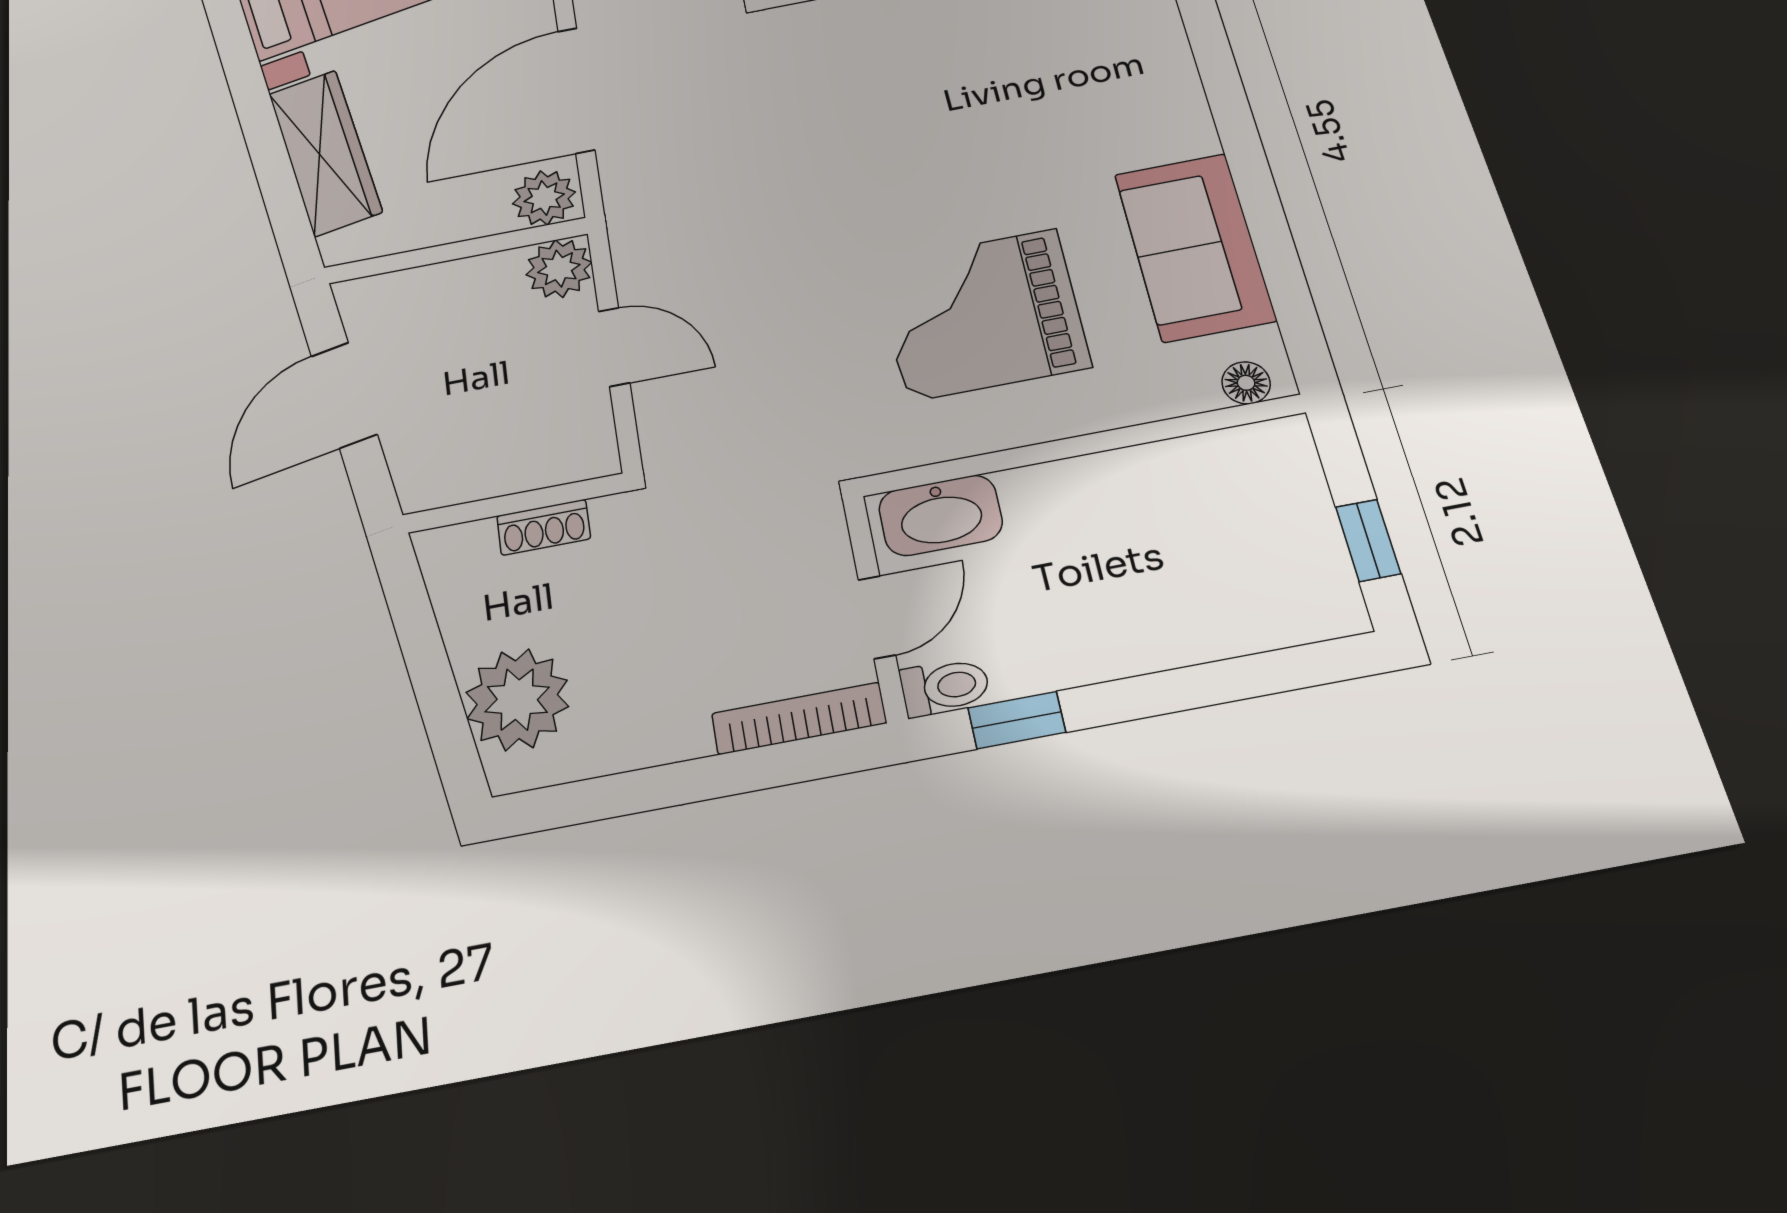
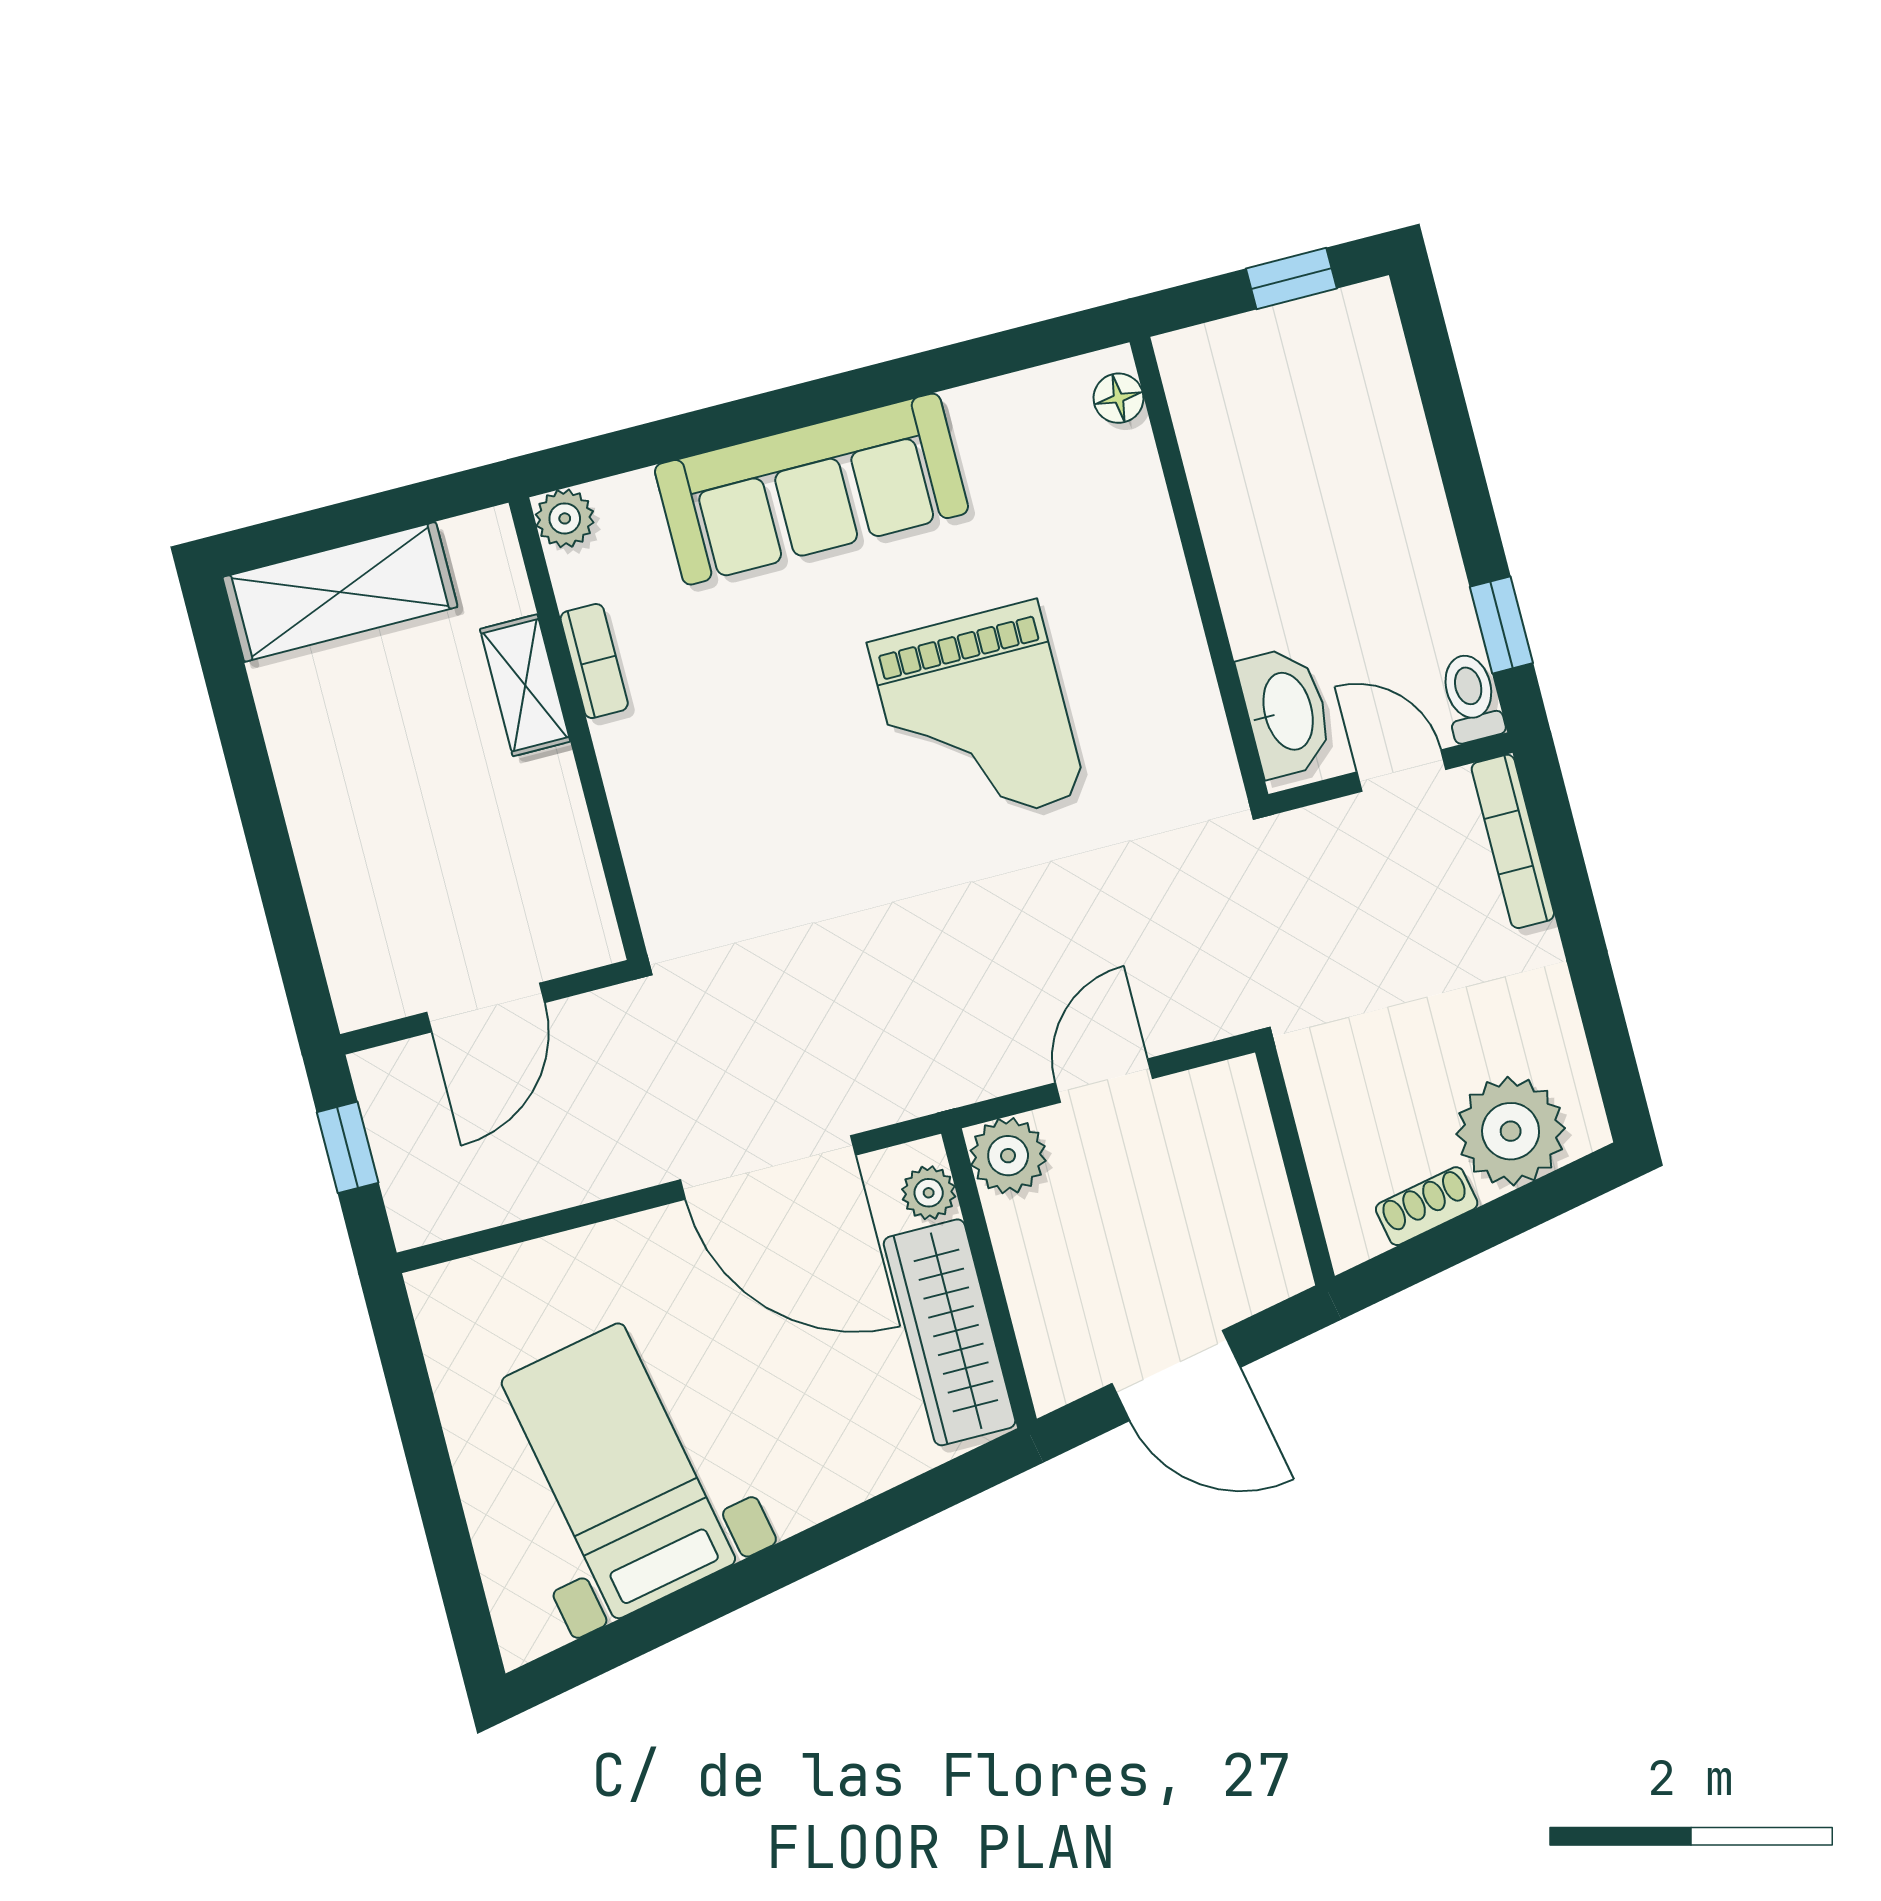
wardrobe: (325, 152) -> (949, 1332), moved, turned -79
plant: (544, 198) -> (929, 1193), width x0.73, depth x0.73
sofa: (1194, 247) -> (811, 489), moved, width x1.36
grand piano: (982, 314) -> (977, 719), moved
shoe rack: (544, 527) -> (1427, 1206), moved, turned -101

